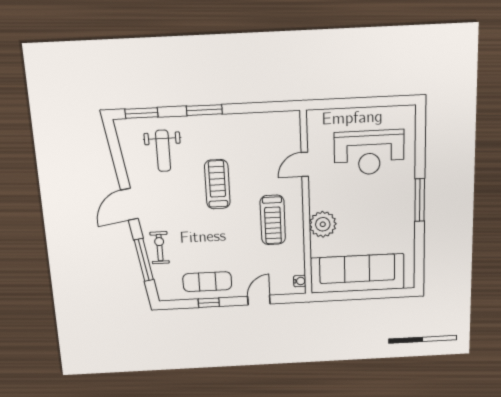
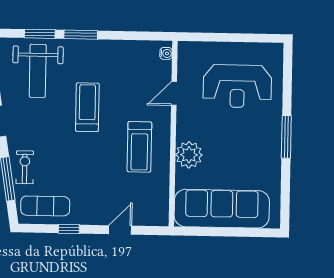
window: (141, 113) -> (40, 34), moved
weight bench: (163, 151) -> (38, 71), width x1.36, depth x1.33
water cooler: (300, 281) -> (166, 53), moved
exercise mat: (207, 282) -> (45, 206), moved

